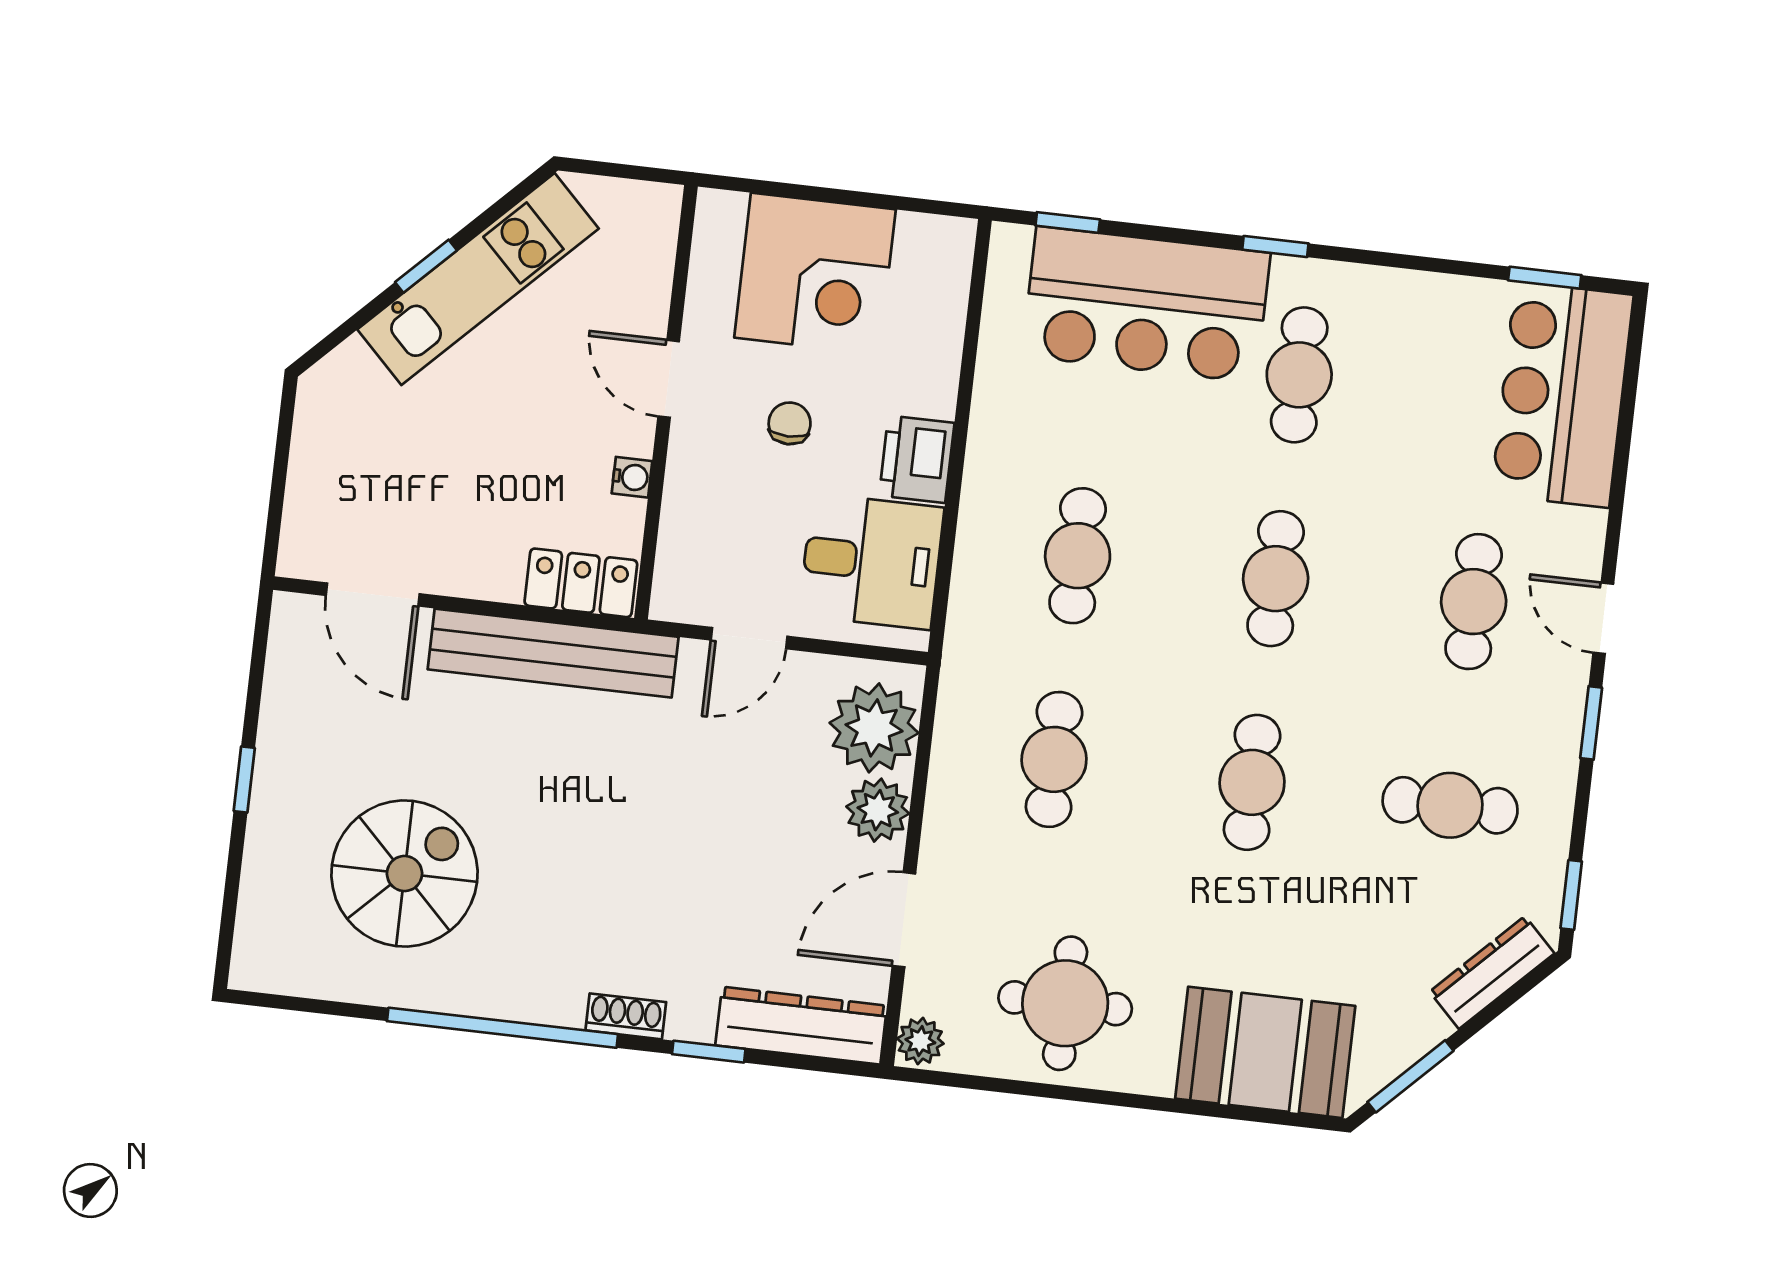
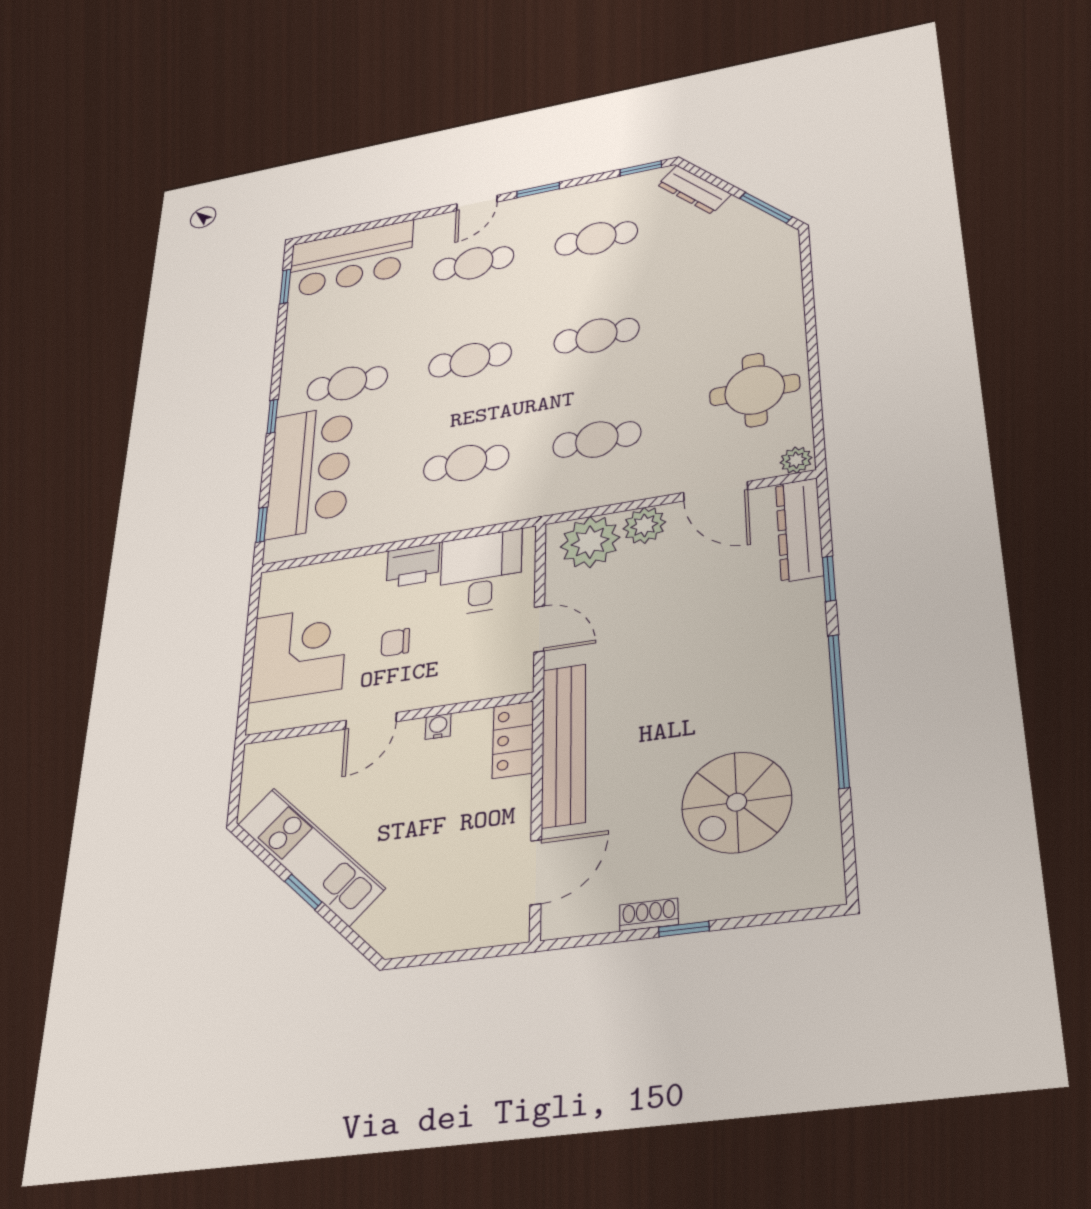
cafe table: (1450, 805) -> (596, 238), turned 90
spiral stairs: (404, 874) -> (737, 802), turned -90
shoe rack: (626, 1016) -> (649, 915), moved, turned 90
booth: (1265, 1052) -> (766, 281), removed

